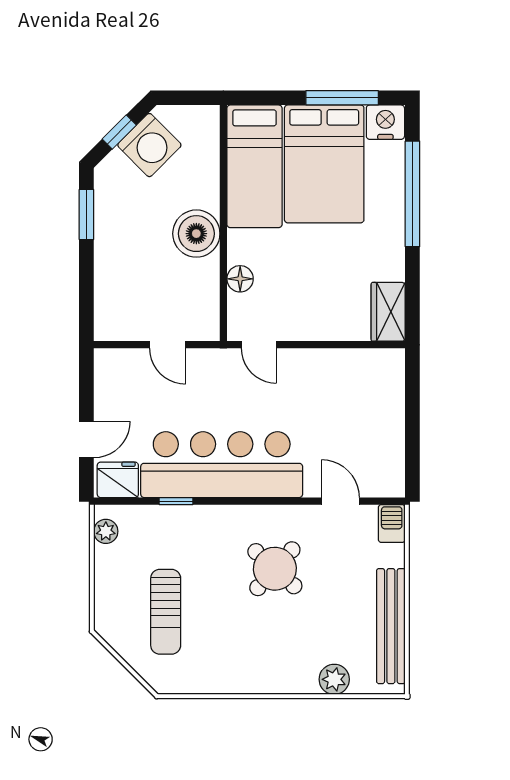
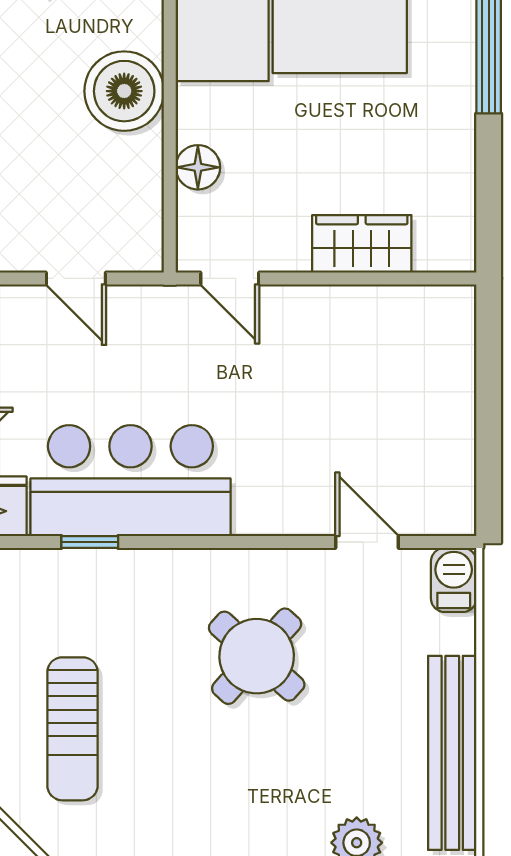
wardrobe: (388, 312) -> (362, 244), moved, turned 90
bar counter: (222, 465) -> (130, 481), width x0.73

